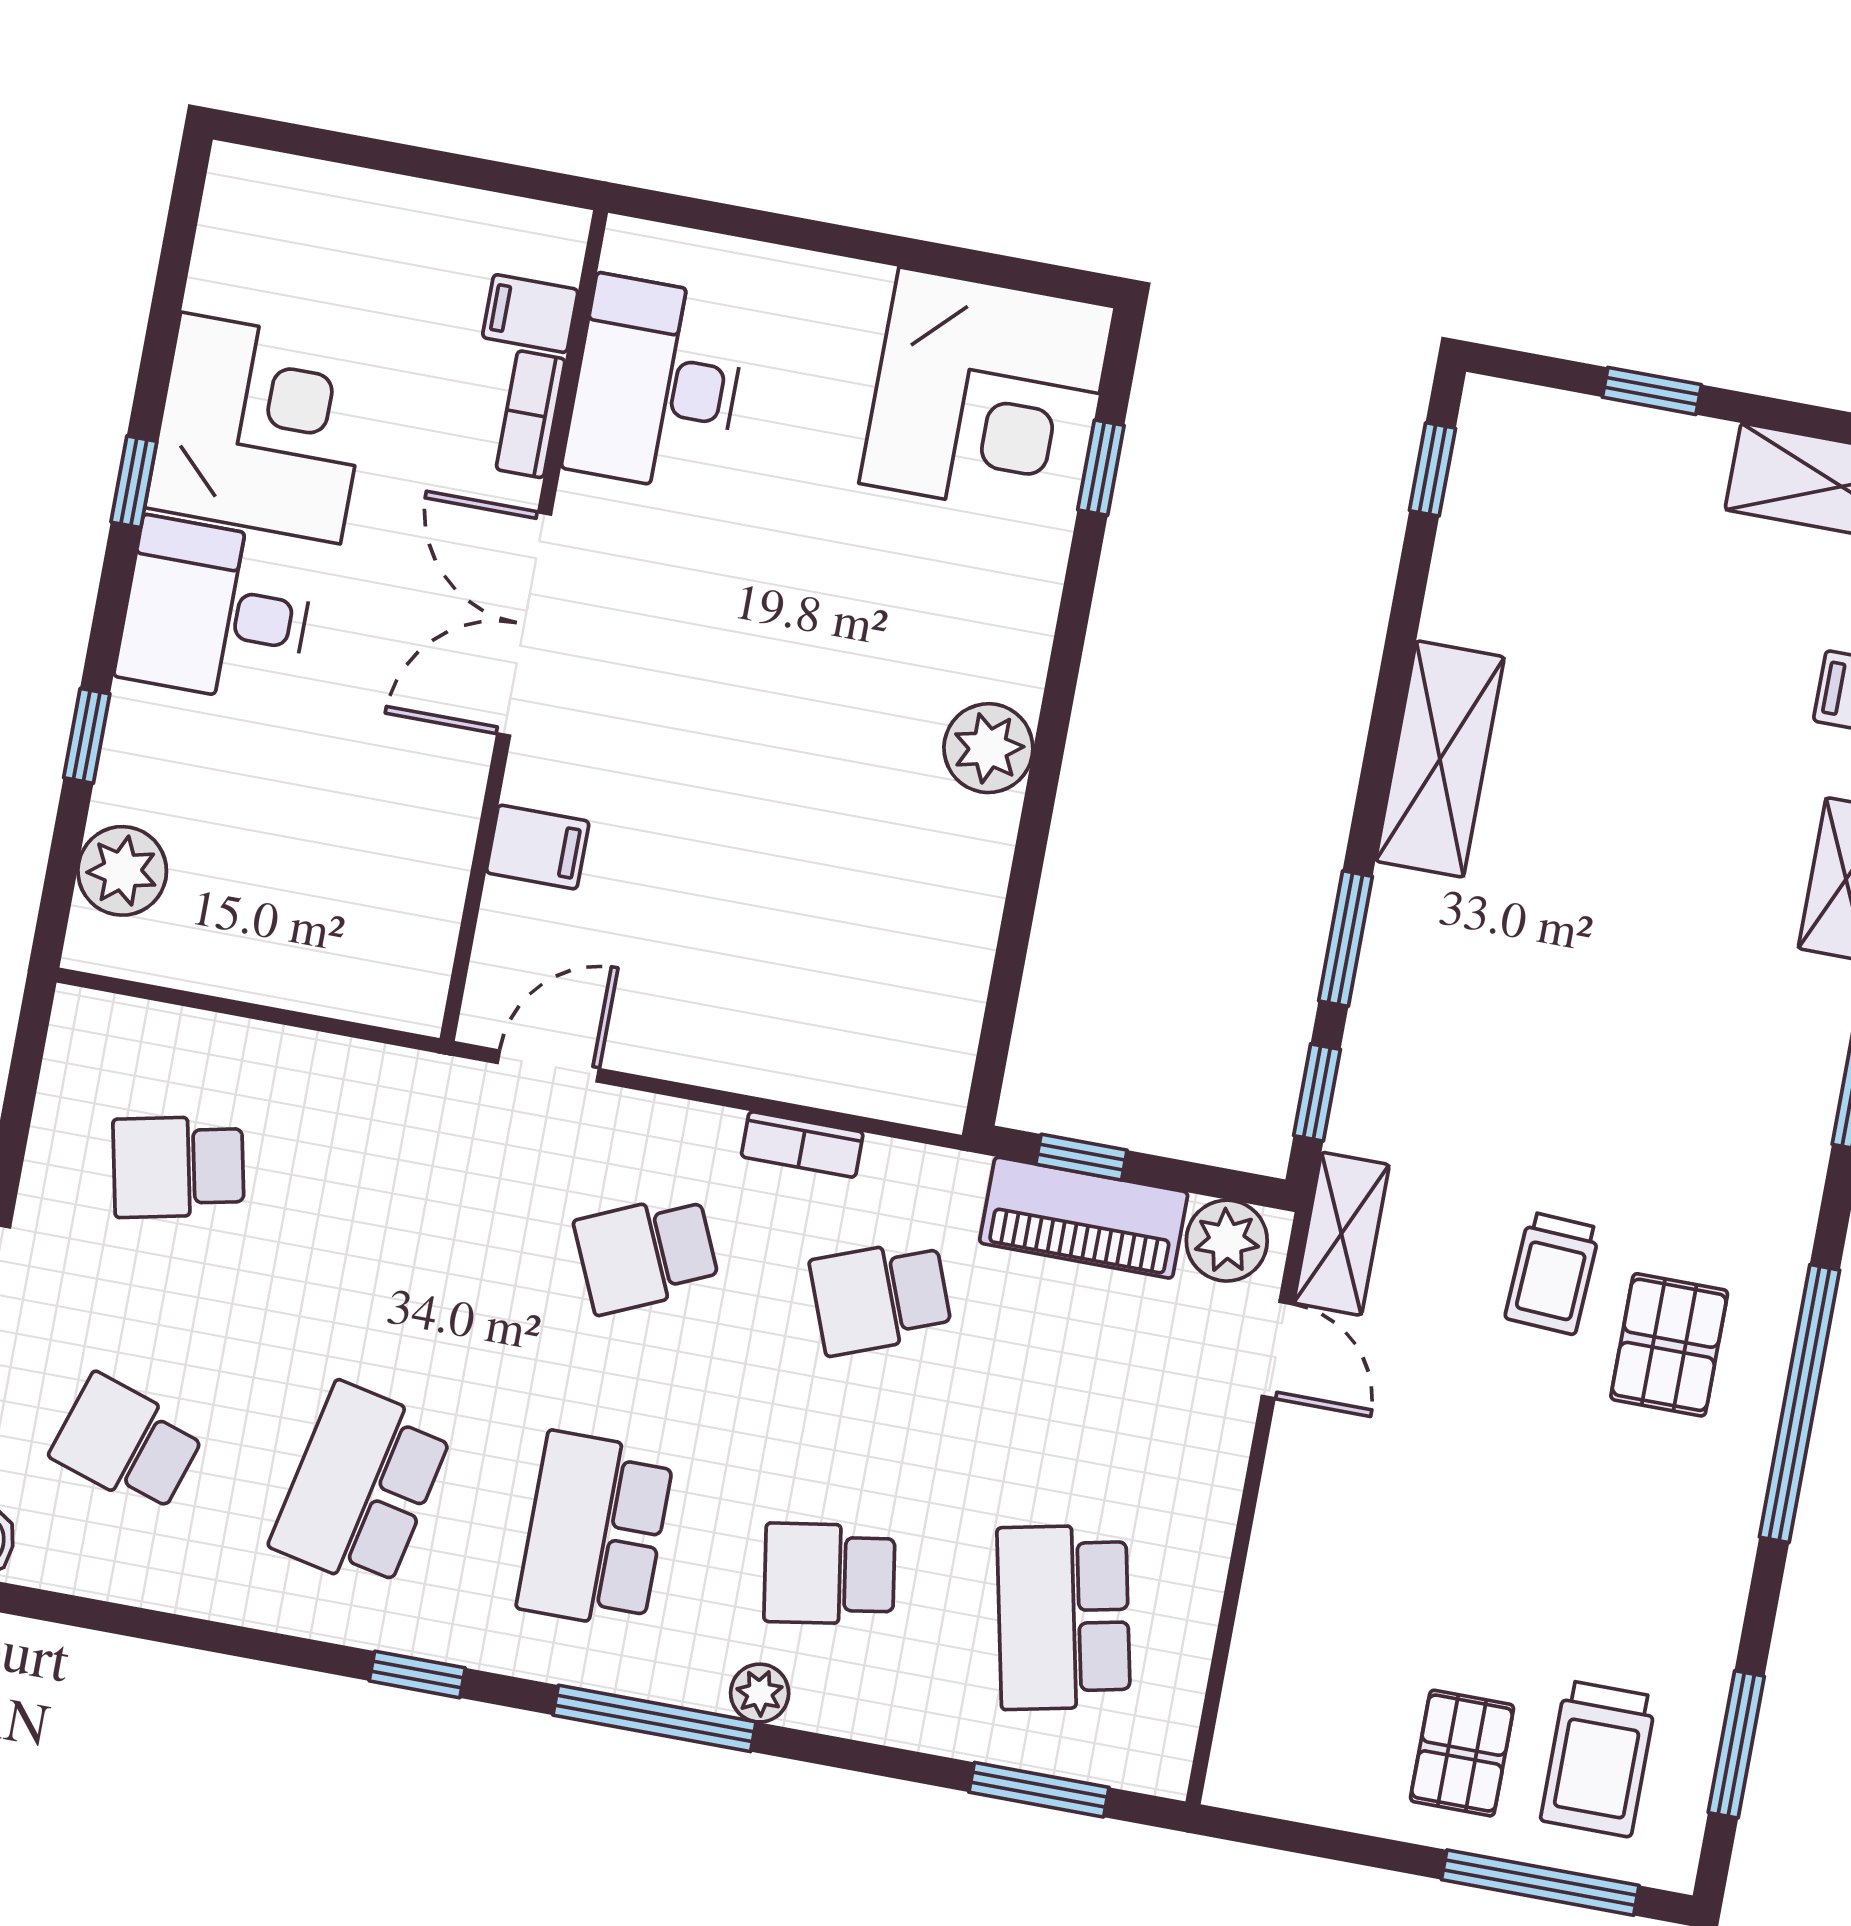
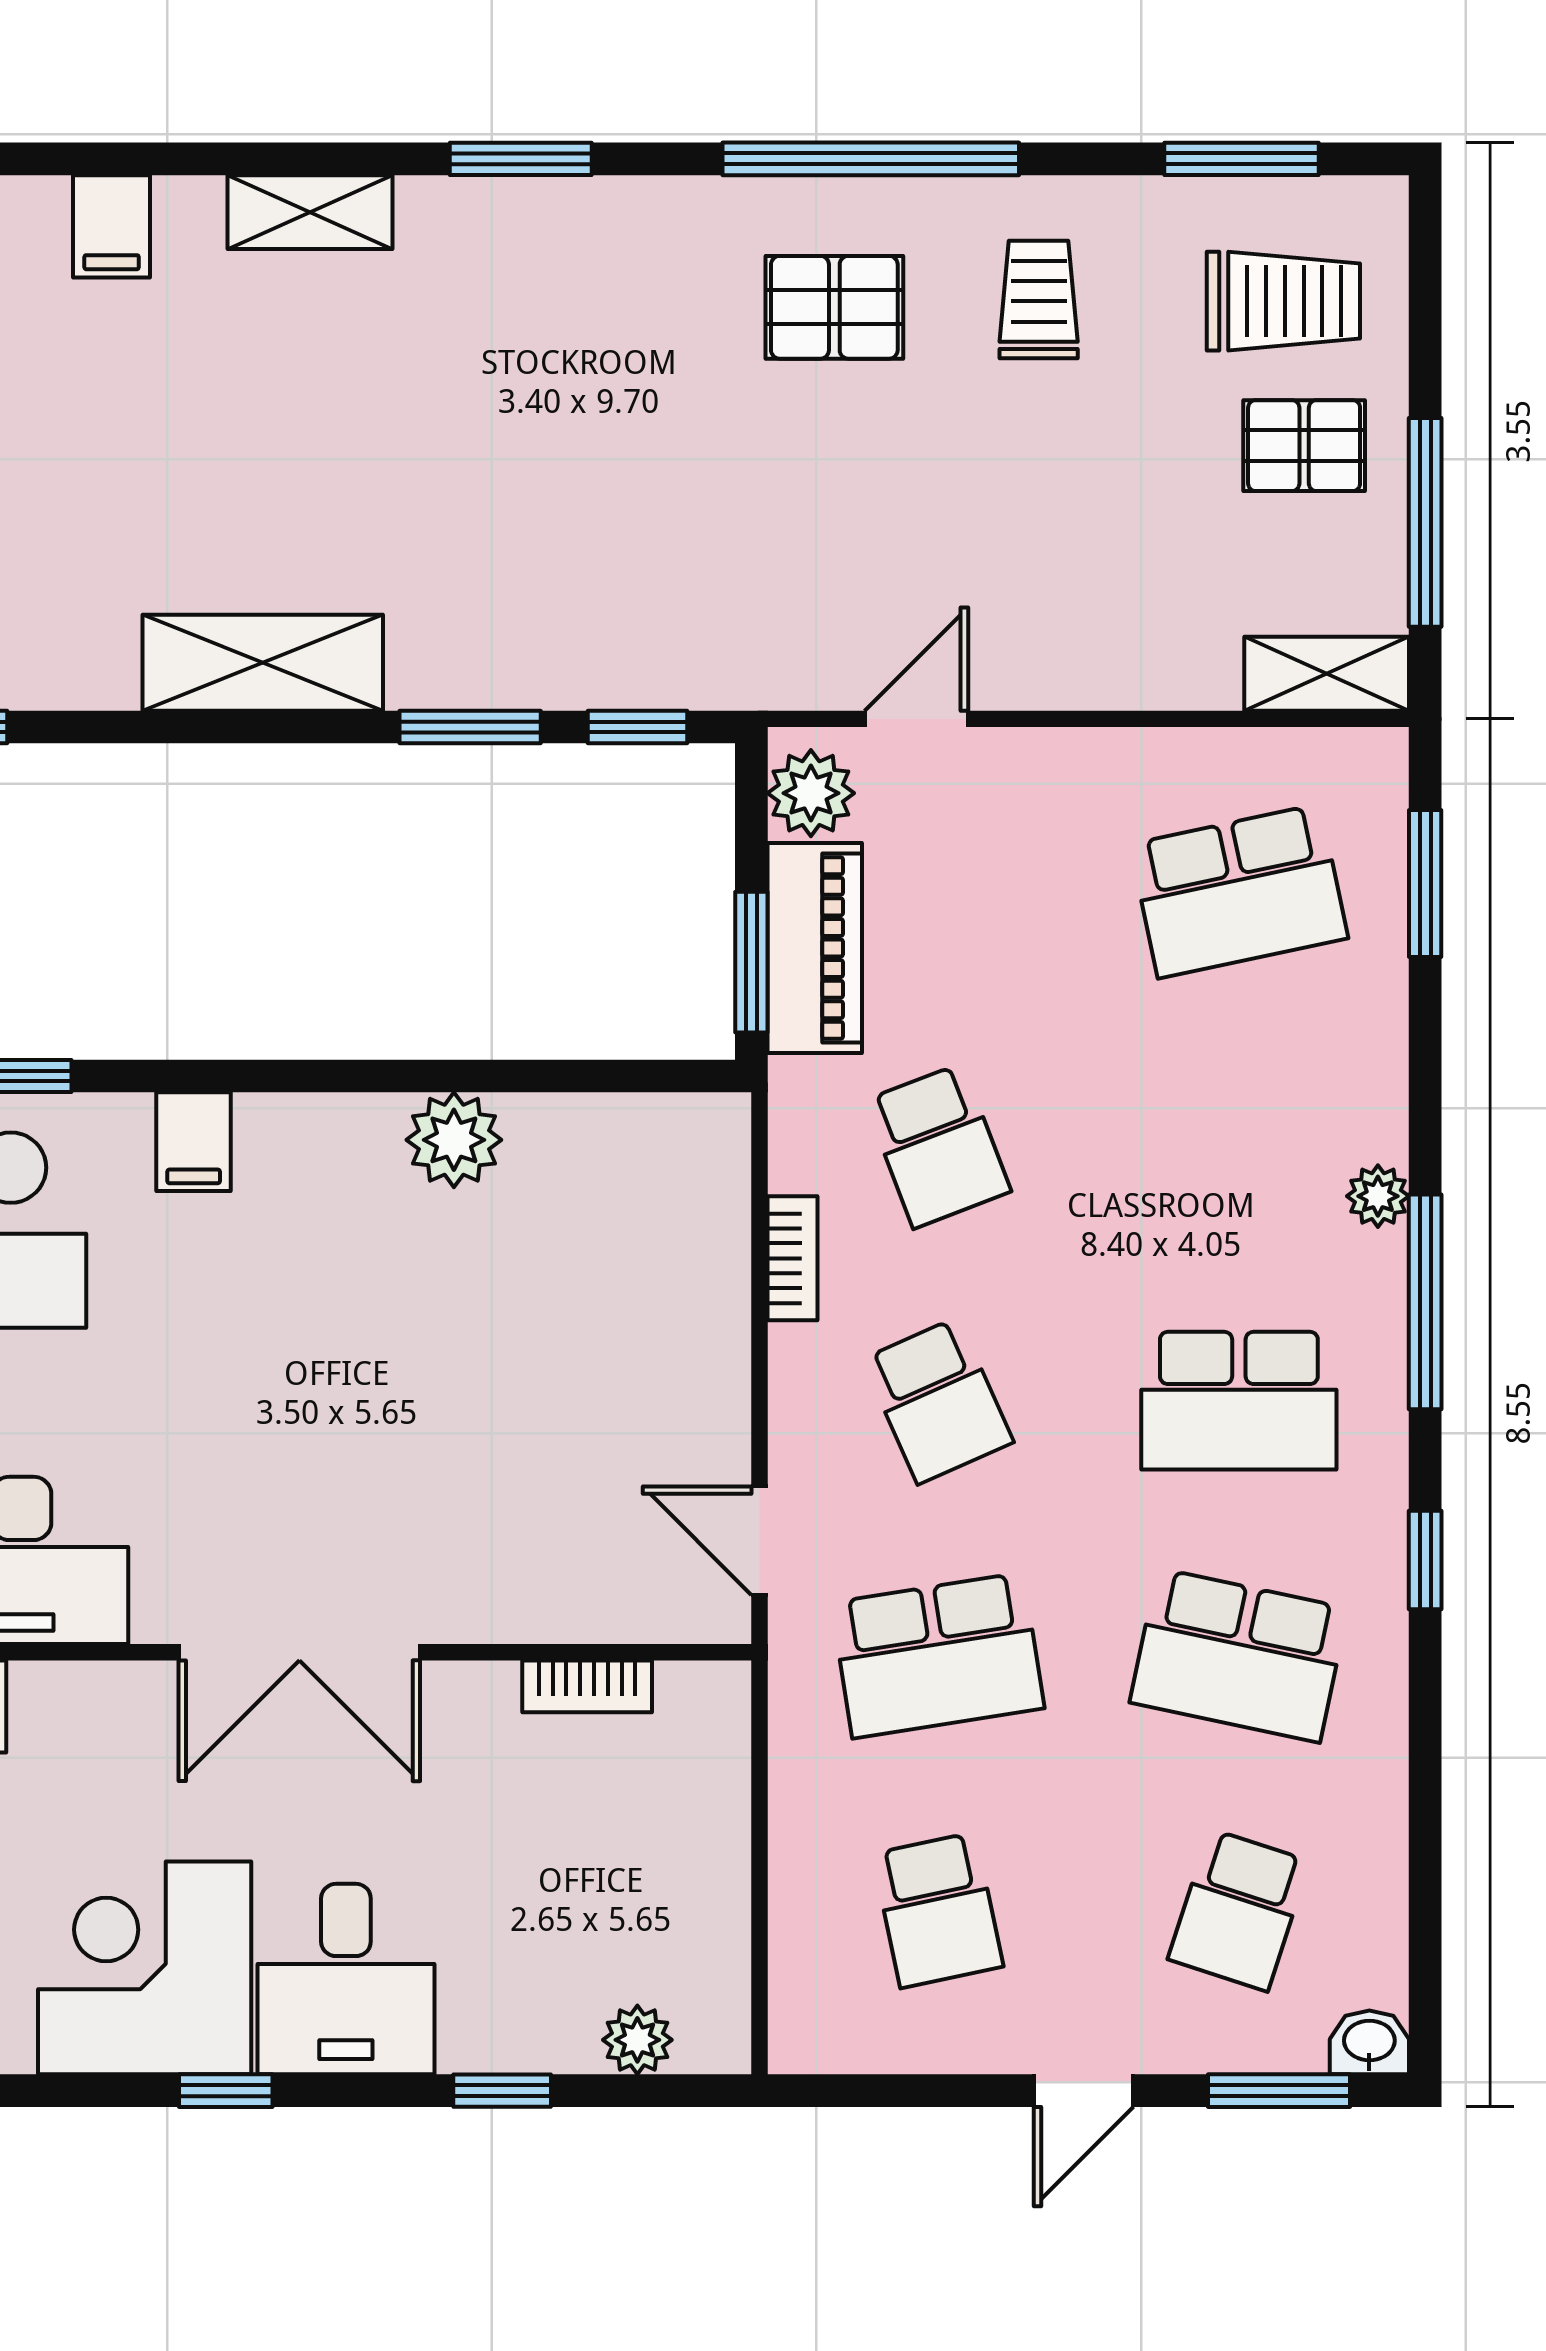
bookcase: (531, 414) -> (587, 1686), moved
plant: (988, 748) -> (454, 1140), moved
filing cabinet: (538, 847) -> (194, 1142), moved, turned 180
plant: (122, 871) -> (637, 2040), width x0.73, depth x0.73
window: (1081, 1157) -> (751, 962), width x1.50
shelving: (1341, 1234) -> (1327, 674), moved
trolley: (1553, 1273) -> (1039, 299), moved, turned -93
school desk: (829, 1574) -> (938, 1655), moved, width x1.85
window: (1540, 1883) -> (1425, 522), moved

